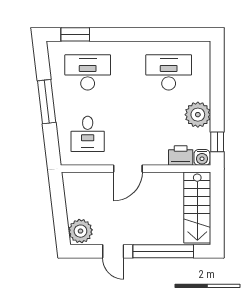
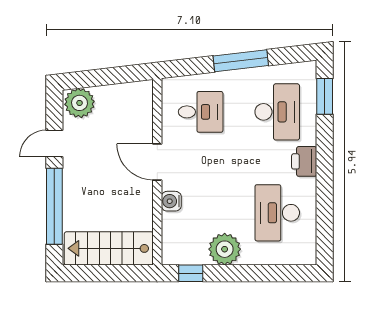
desk: (169, 72) -> (277, 213), turned 180
desk: (88, 134) -> (201, 112), turned 180
printer: (181, 155) -> (304, 161), moved, turned 180
water cooler: (202, 157) -> (171, 201), moved

